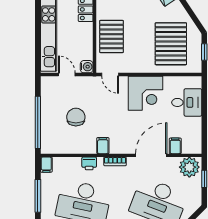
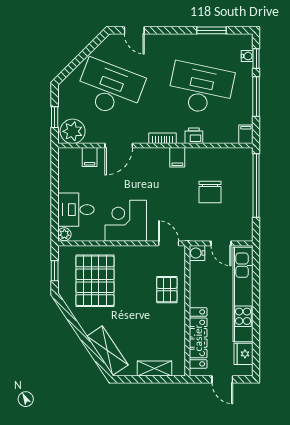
pallet: (112, 36) -> (167, 290), width x0.67, depth x0.71
plant: (196, 82) -> (64, 234), added
door: (151, 155) -> (119, 146), width x0.73

